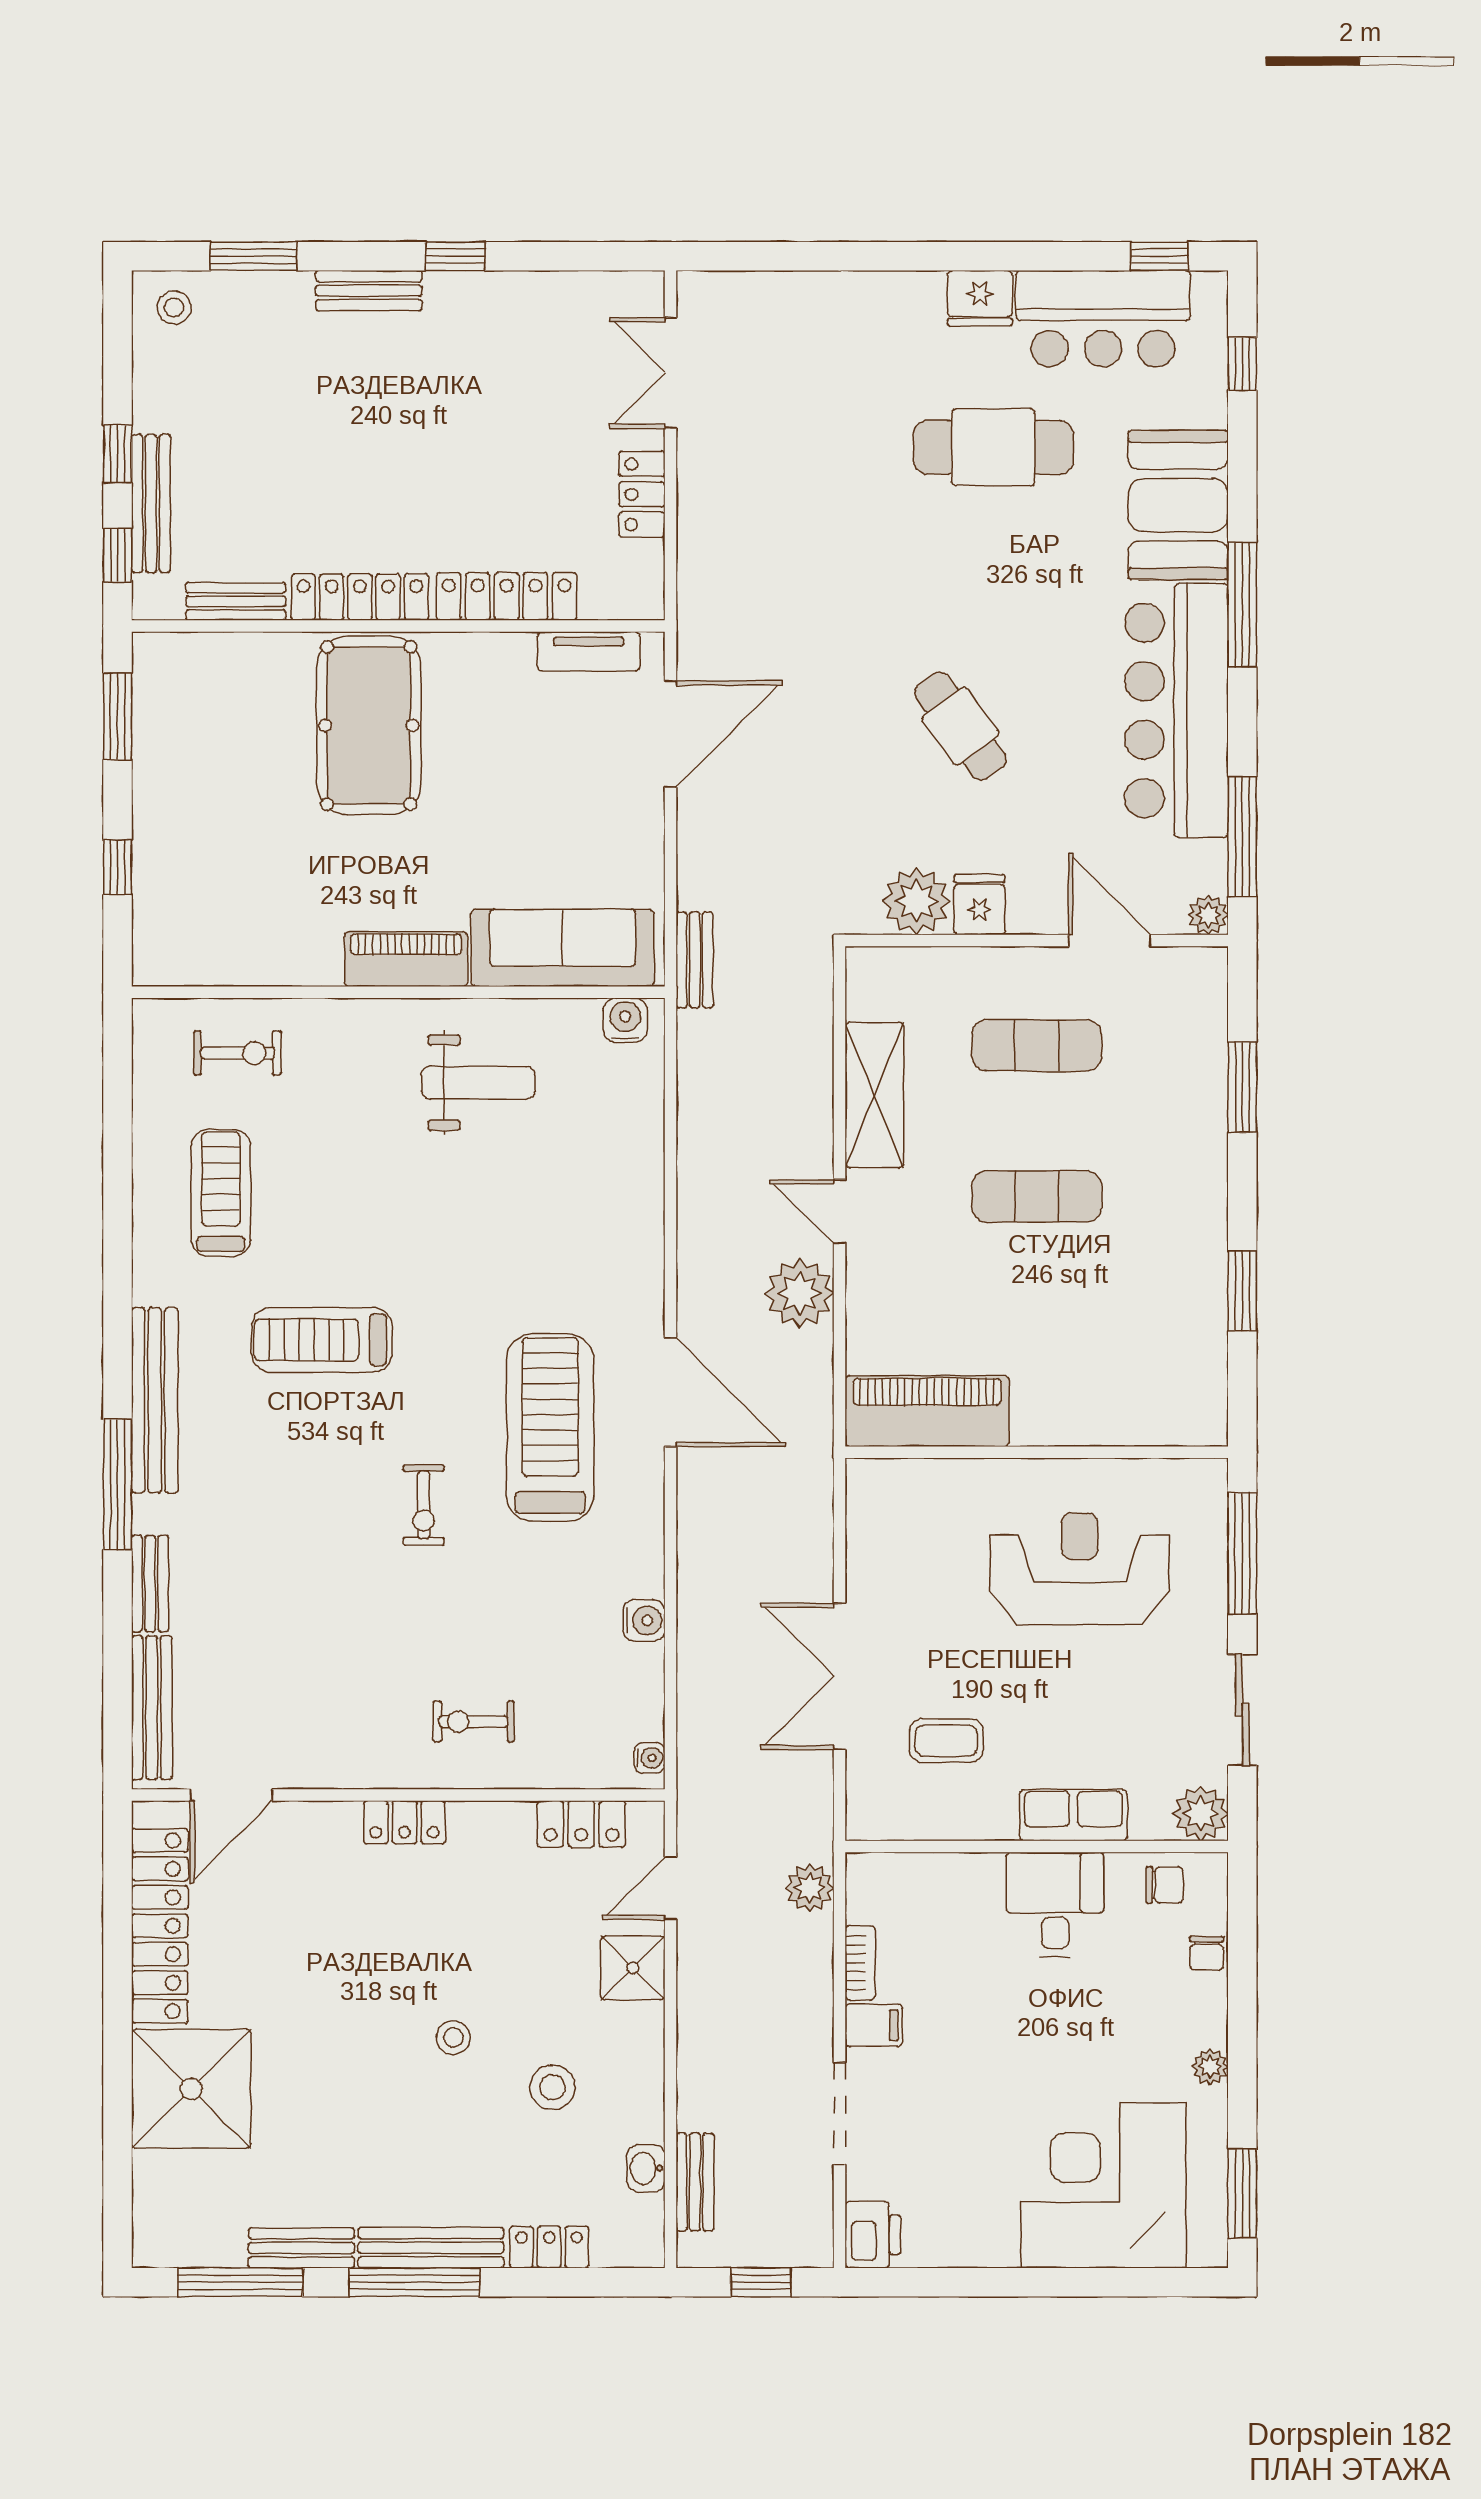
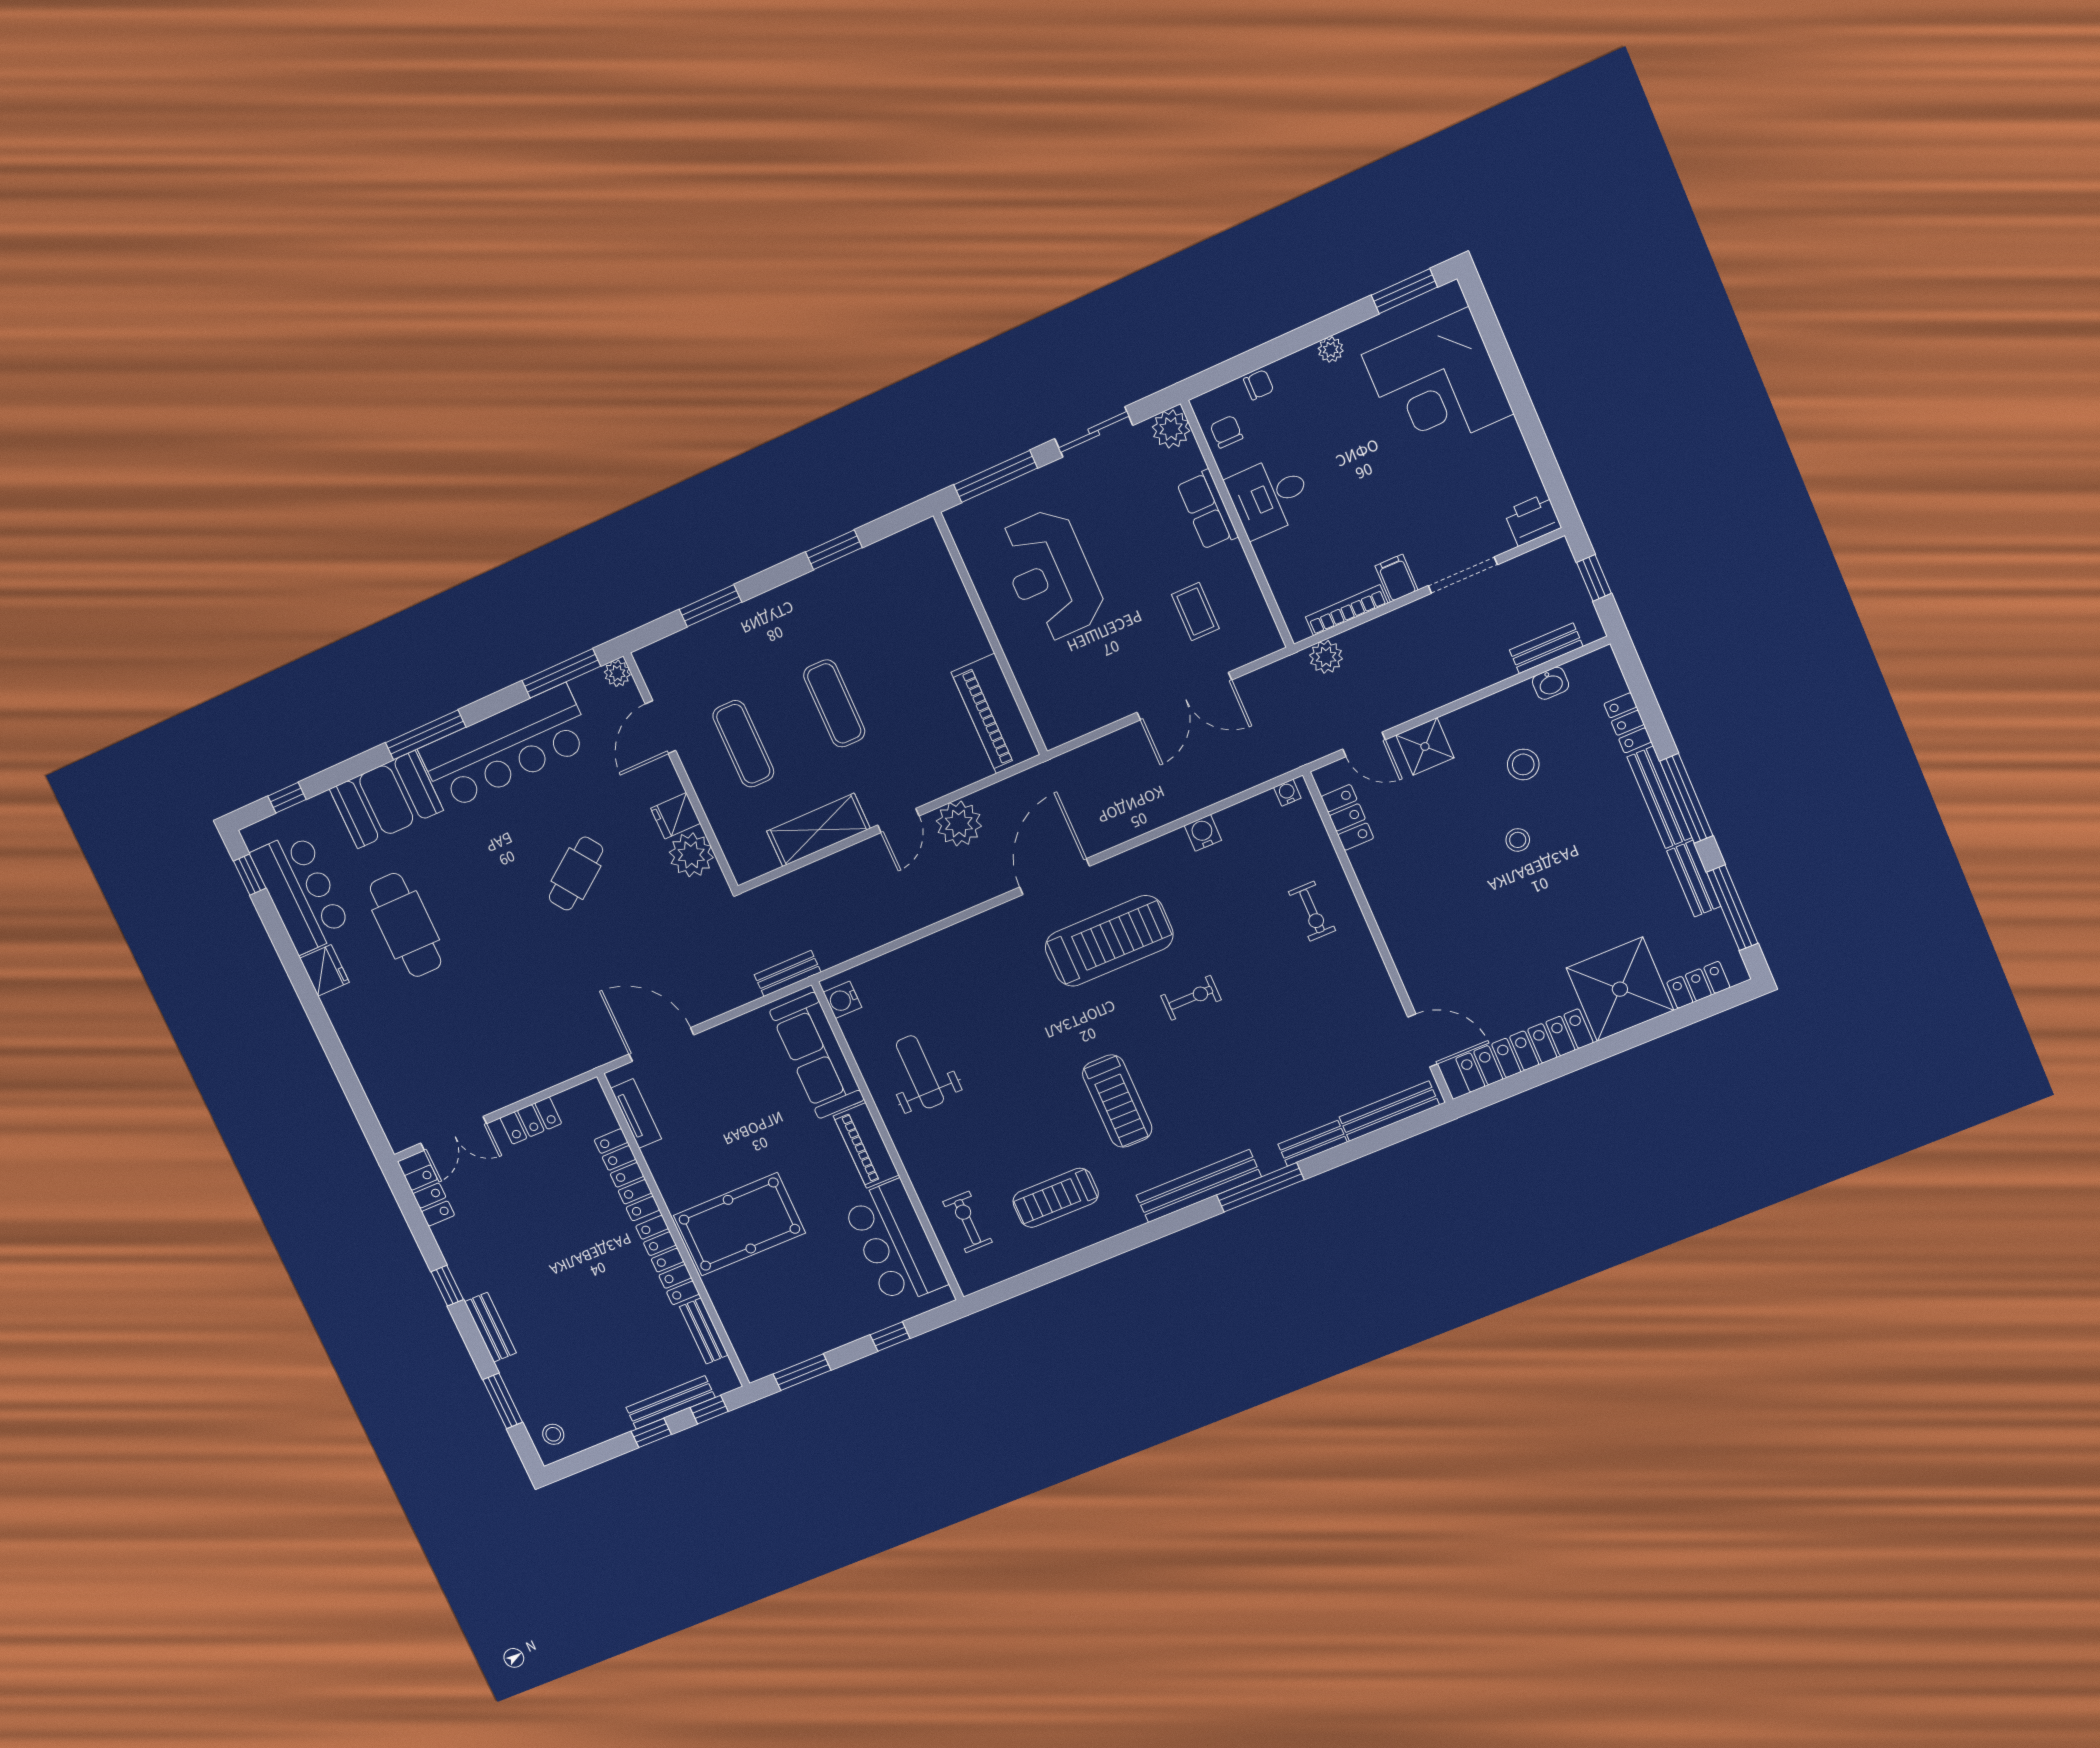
locker: (596, 294) -> (429, 1196), added
bar counter: (250, 936) -> (895, 1243), added
treadmill: (550, 1428) -> (1109, 941), turned 180
locker: (405, 1822) -> (1698, 985), moved, turned -90
bookcase: (860, 1963) -> (1347, 610), width x1.56

